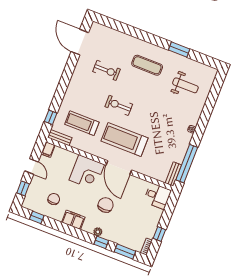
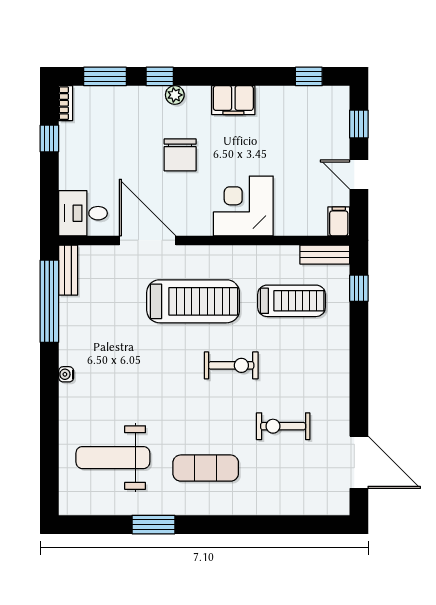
weight bench: (185, 85) -> (113, 458), width x1.36, depth x1.33
door: (119, 168) -> (148, 240), moved
chair: (54, 199) -> (289, 126), removed

